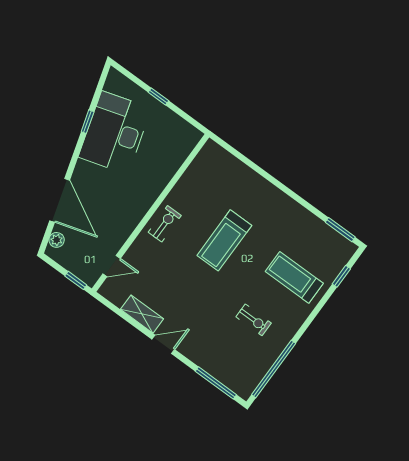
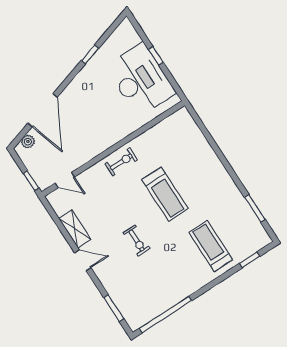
desk: (115, 133) -> (141, 80), moved, turned 107
window: (340, 230) -> (255, 208), moved
treadmill: (224, 240) -> (165, 194), turned -90
exercise bike: (254, 320) -> (137, 241), moved
window: (216, 383) -> (114, 308), width x0.69

